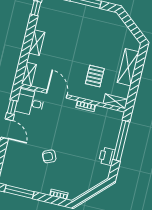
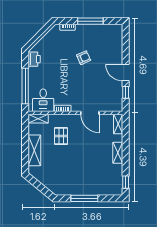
desk: (30, 103) -> (43, 100), moved, turned 90
printer: (107, 156) -> (34, 59), moved
window: (19, 192) -> (90, 21), moved

